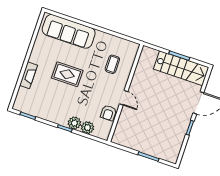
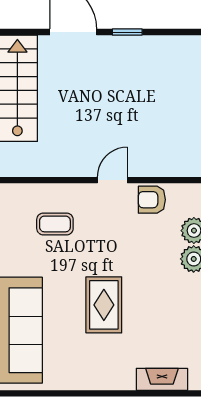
fireplace: (28, 75) -> (162, 379), moved
armchair: (108, 113) -> (152, 200), turned 180

